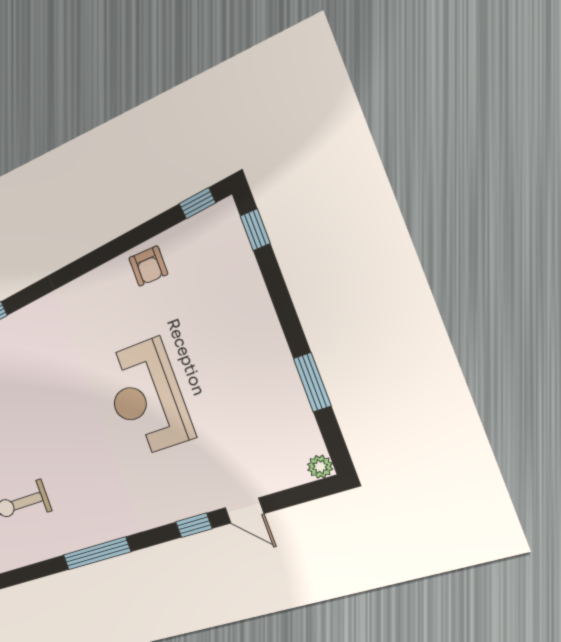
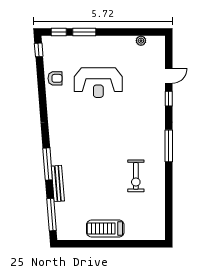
window: (312, 382) -> (84, 32), moved
reception desk: (146, 398) -> (98, 83), moved
plant: (320, 467) -> (141, 41), moved

